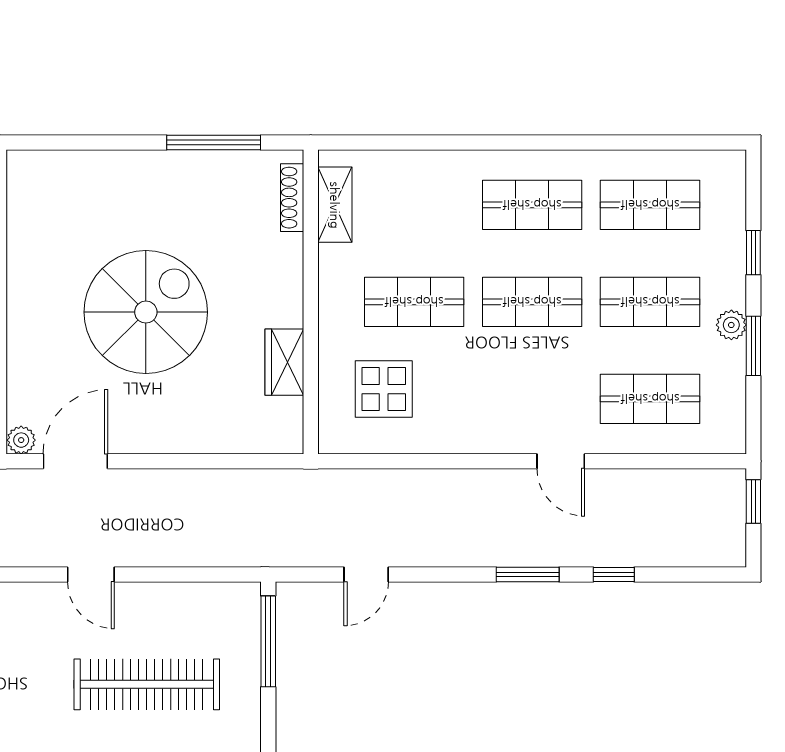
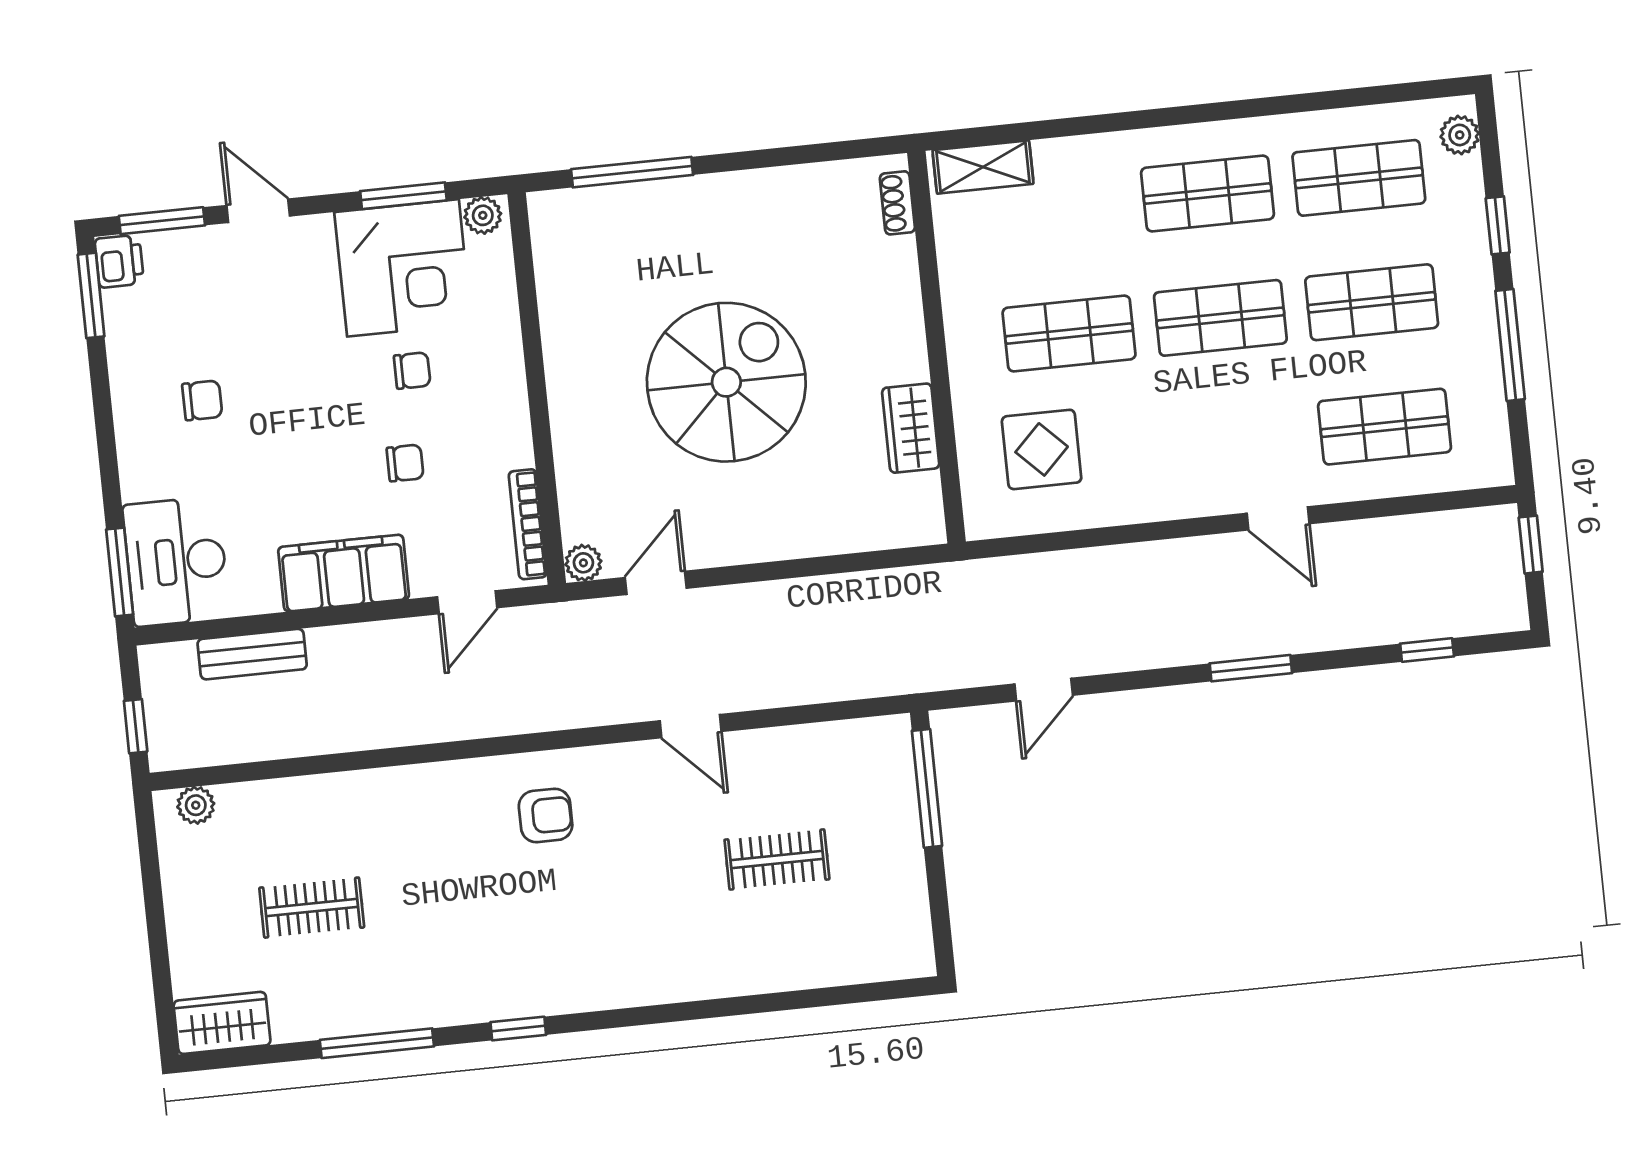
window: (214, 142) -> (632, 172), moved
shoe rack: (292, 198) -> (897, 203), width x0.70
shelving: (335, 205) -> (983, 167), moved, turned 90
plant: (731, 325) -> (1460, 135), moved
window: (753, 346) -> (1510, 345), width x1.44
door: (75, 461) -> (656, 583), width x0.73
window: (614, 575) -> (1427, 650), moved
clothes rail: (147, 684) -> (777, 859), width x0.54, depth x0.76

